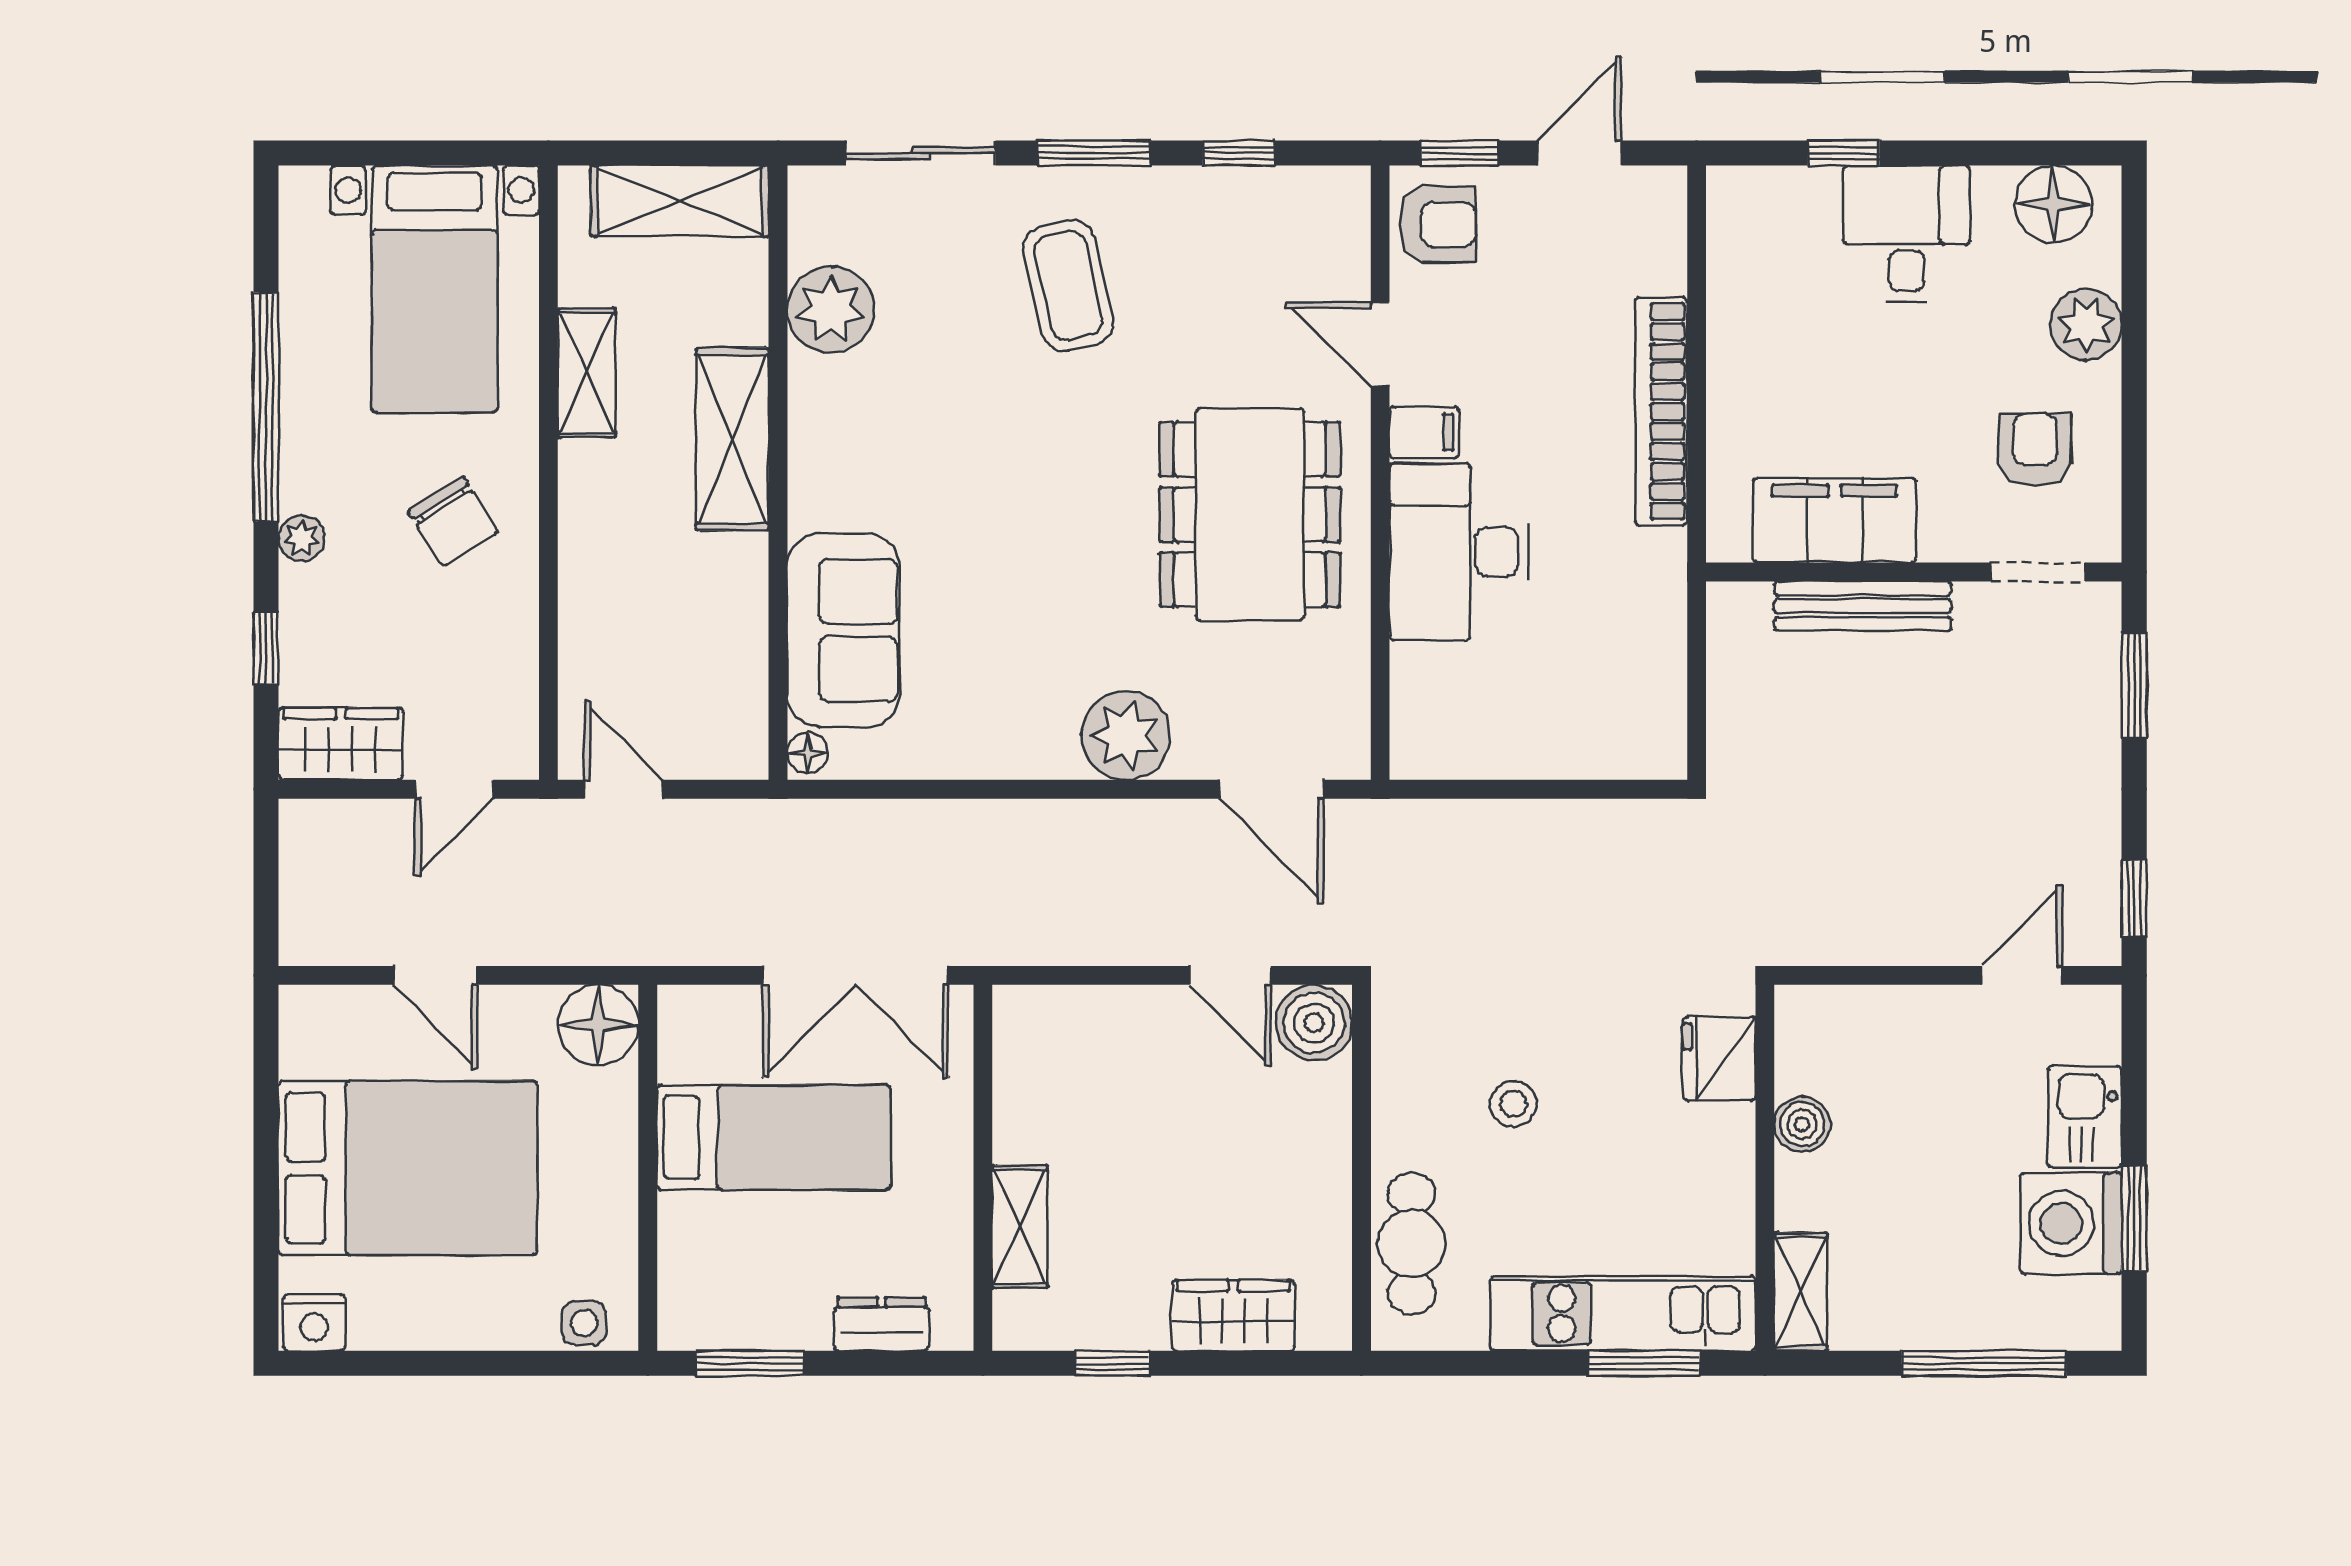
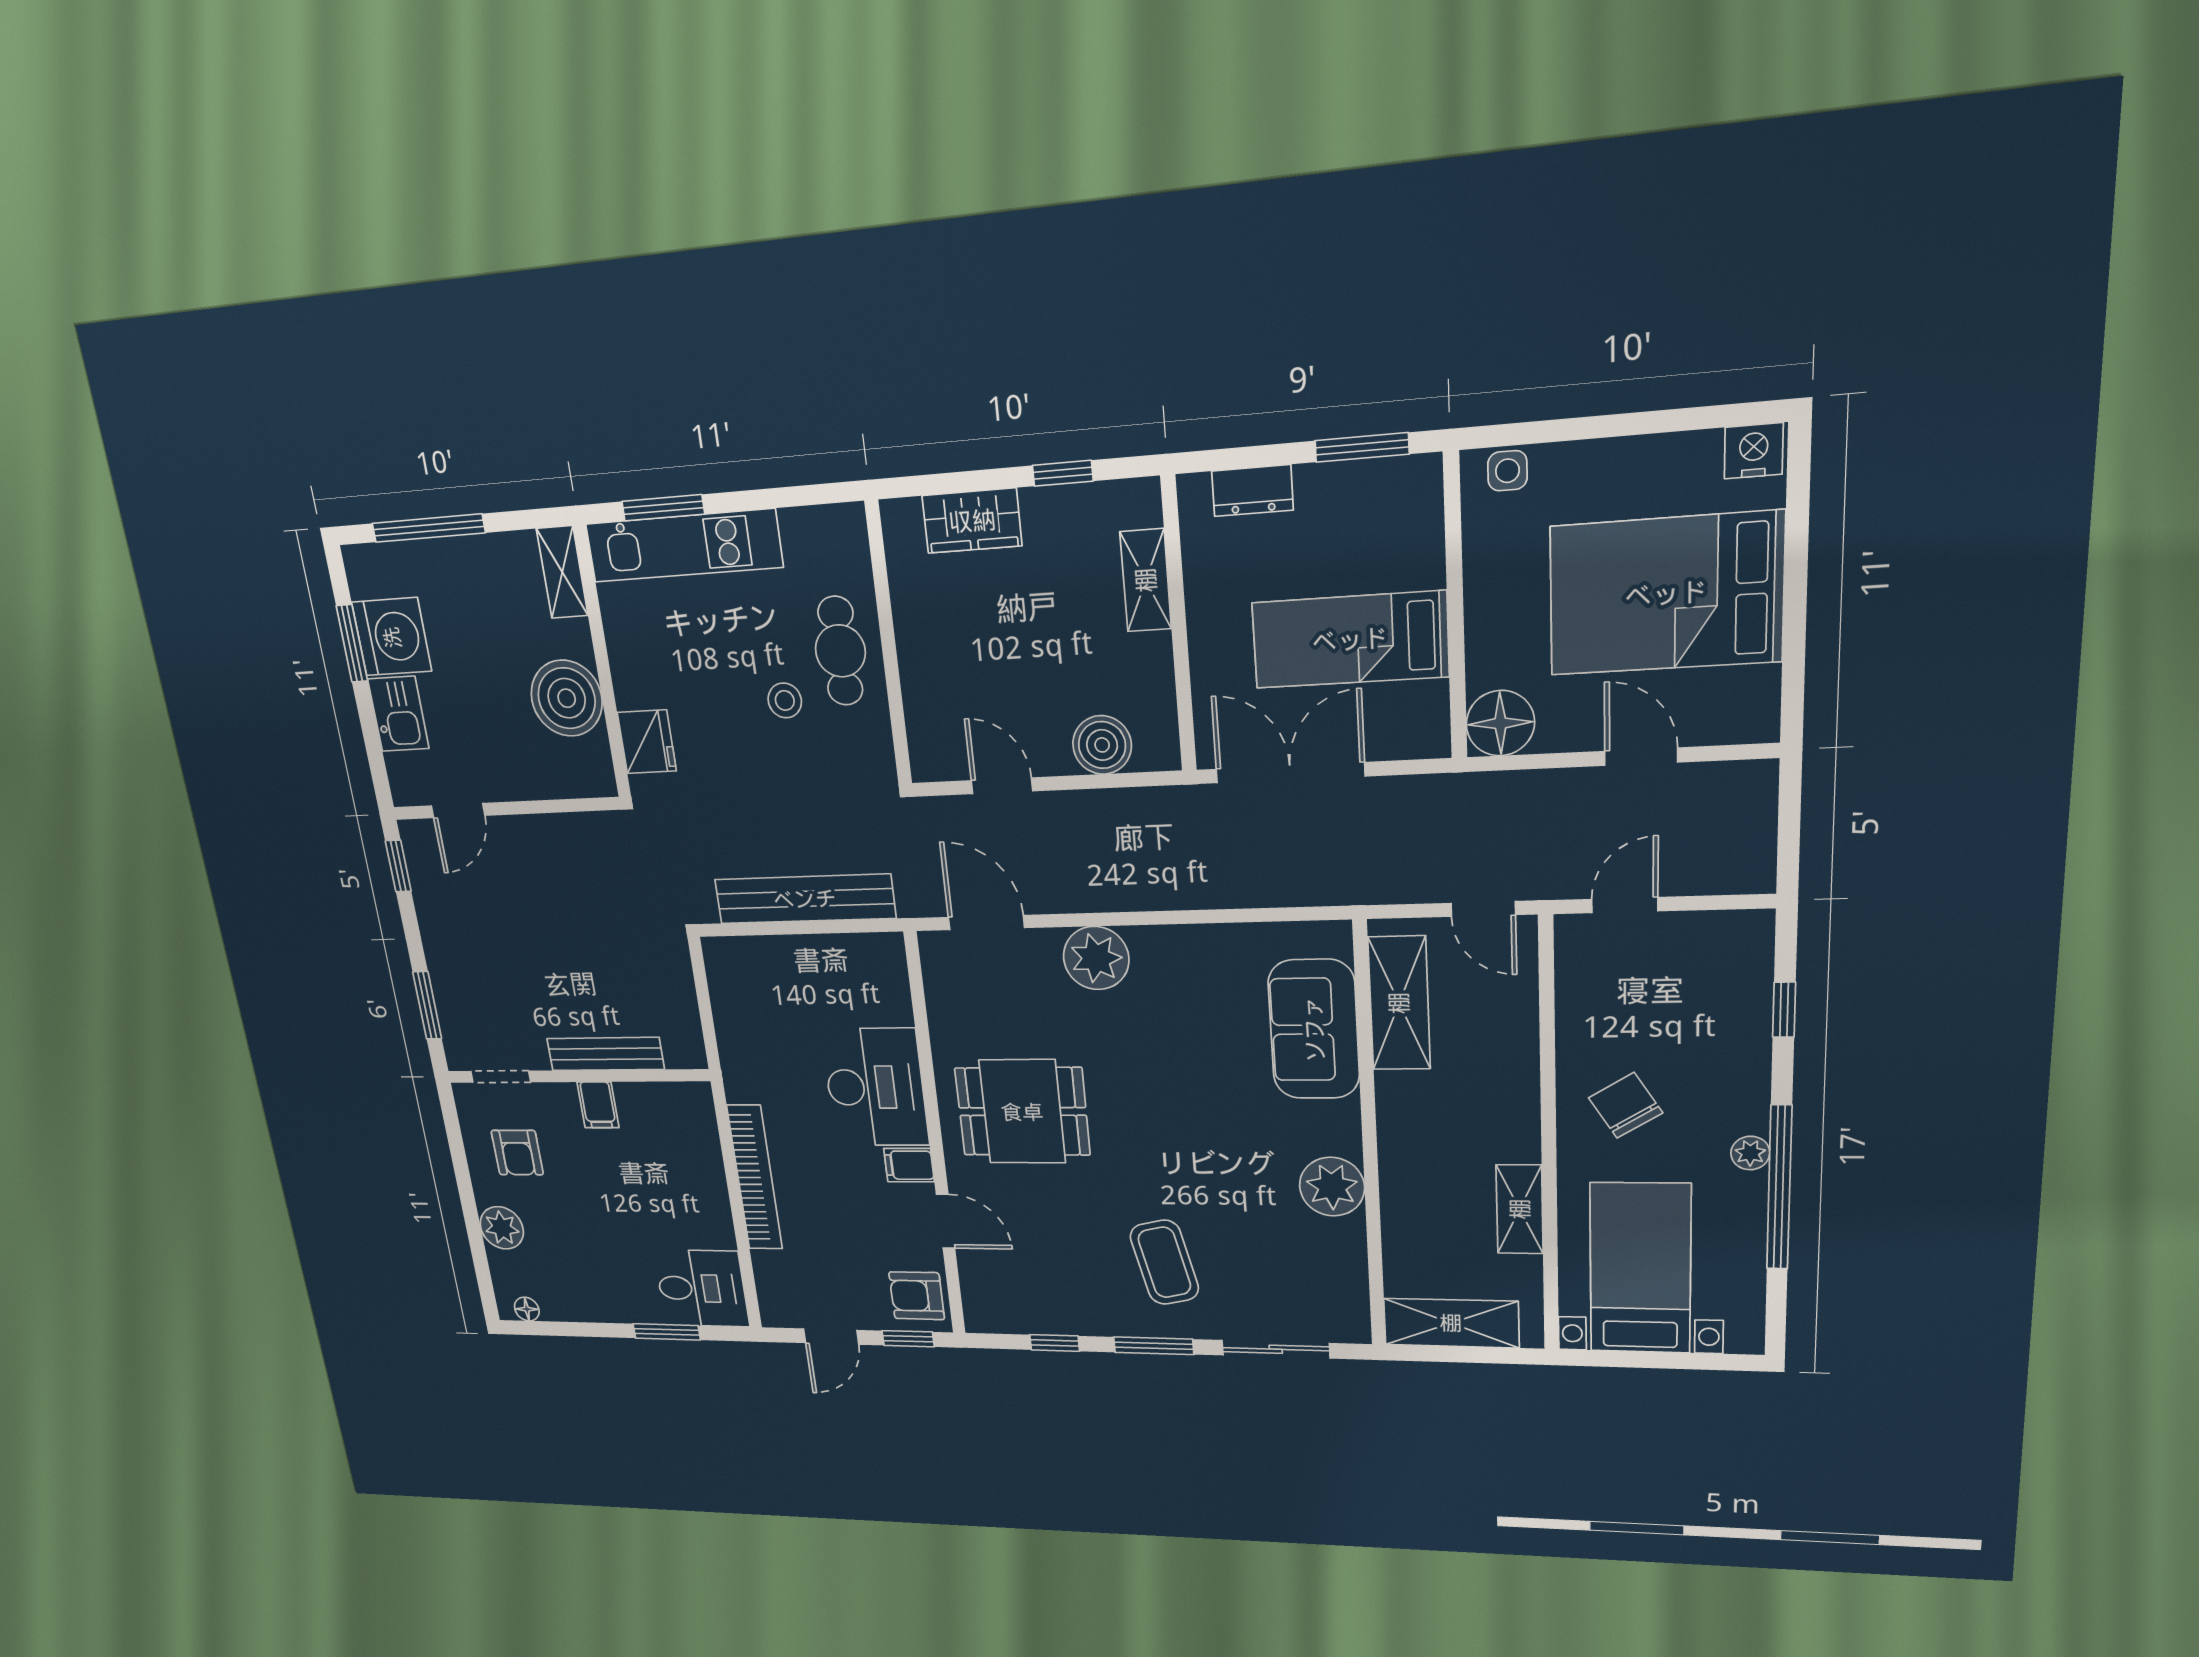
window: (1844, 153) -> (667, 1332), width x1.50
floor lamp: (2053, 204) -> (527, 1309), width x0.53, depth x0.53
desk: (1907, 234) -> (702, 1288), moved, turned -90
plant: (831, 310) -> (1332, 1187), moved
shelving: (732, 439) -> (1399, 1003), moved
dining table: (1250, 514) -> (1022, 1112), width x0.73
filing cabinet: (1835, 520) -> (598, 1105), width x0.33, depth x0.86
plant: (302, 538) -> (1750, 1153), moved
wardrobe: (341, 744) -> (1721, 938), removed
floor lamp: (808, 753) -> (1337, 940), removed
bench: (1524, 830) -> (805, 899), added
boiler: (1314, 1023) -> (1102, 745), moved
boiler: (1802, 1124) -> (567, 698), width x1.86, depth x1.86
cafe table: (1412, 1243) -> (840, 651), moved

